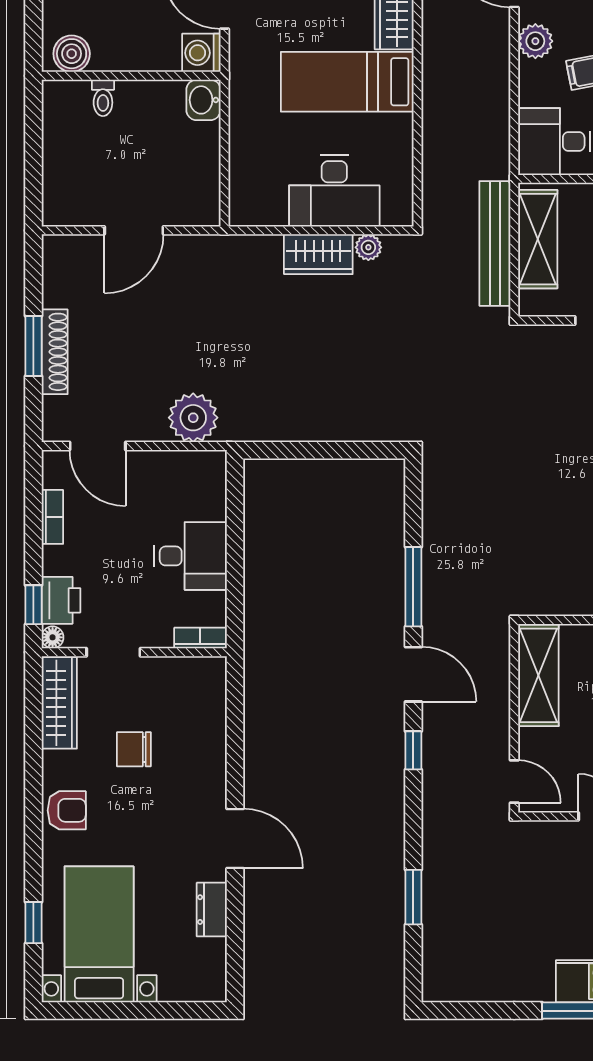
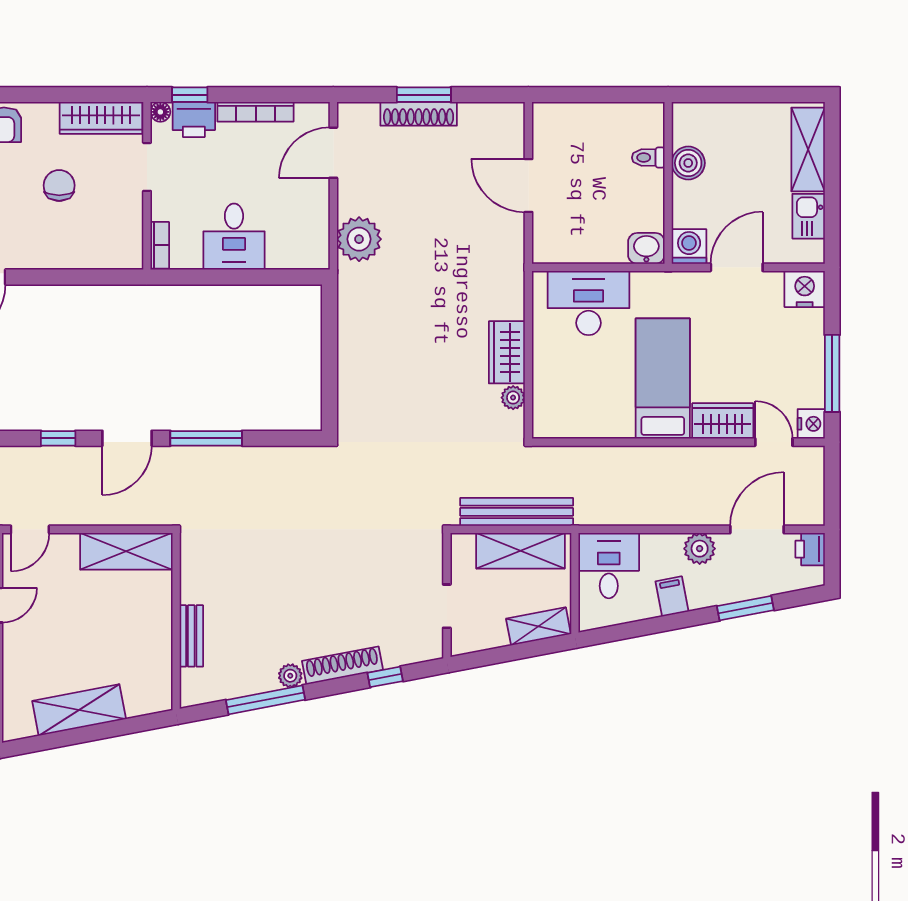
boiler: (72, 54) -> (688, 163), moved
desk: (334, 191) -> (589, 303), moved, turned 90
bookcase: (52, 517) -> (256, 112), width x1.56

